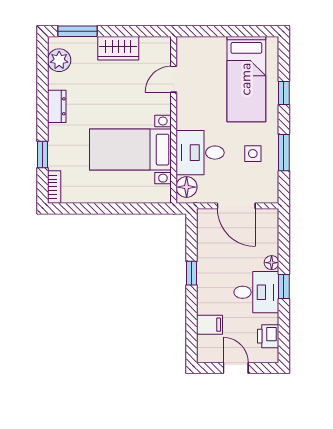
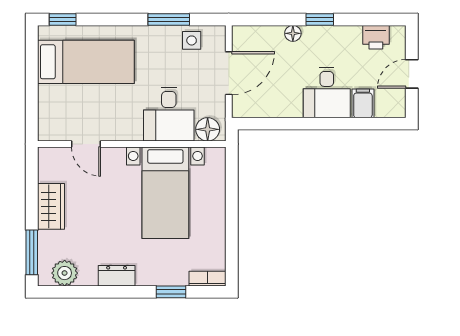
window: (284, 93) -> (63, 19), moved
side table: (253, 154) -> (192, 40), moved
window: (192, 273) -> (305, 124), removed
desk: (256, 292) -> (327, 93), moved, turned 180

